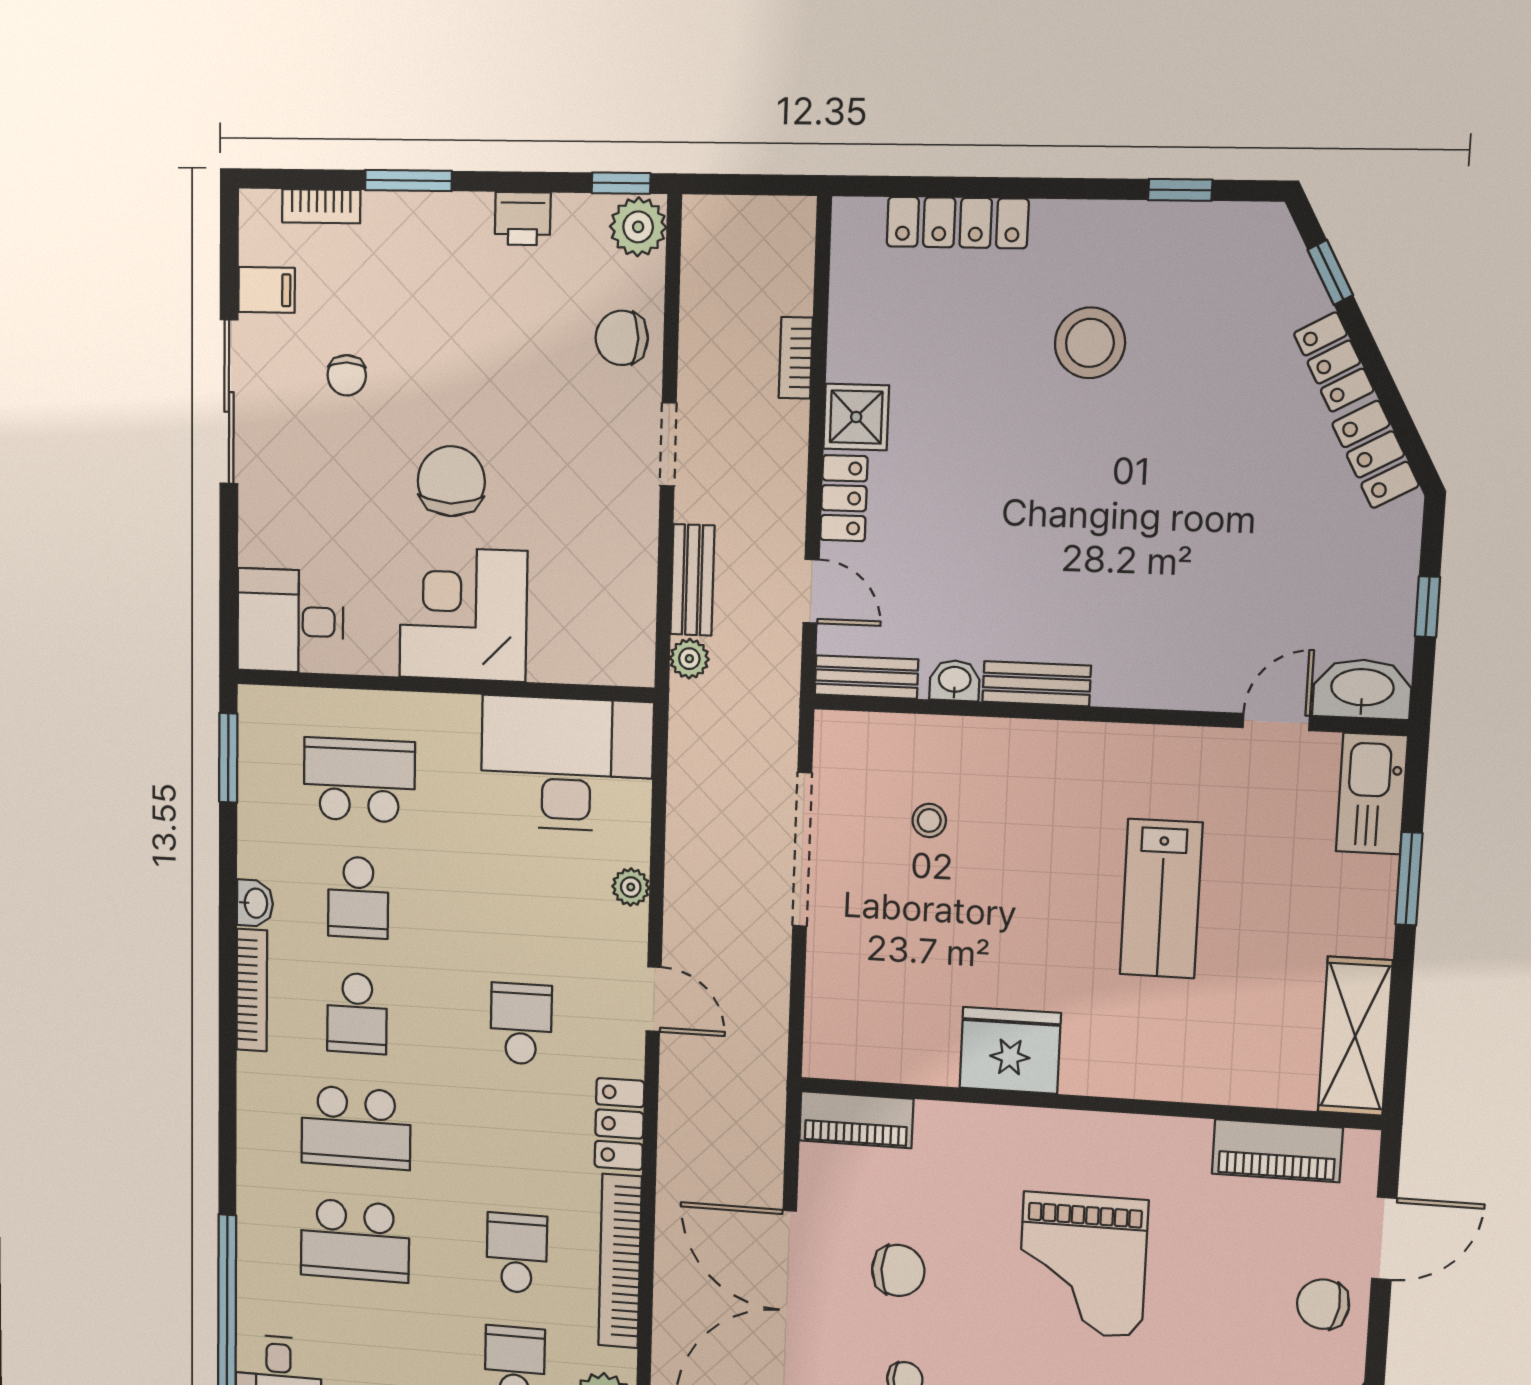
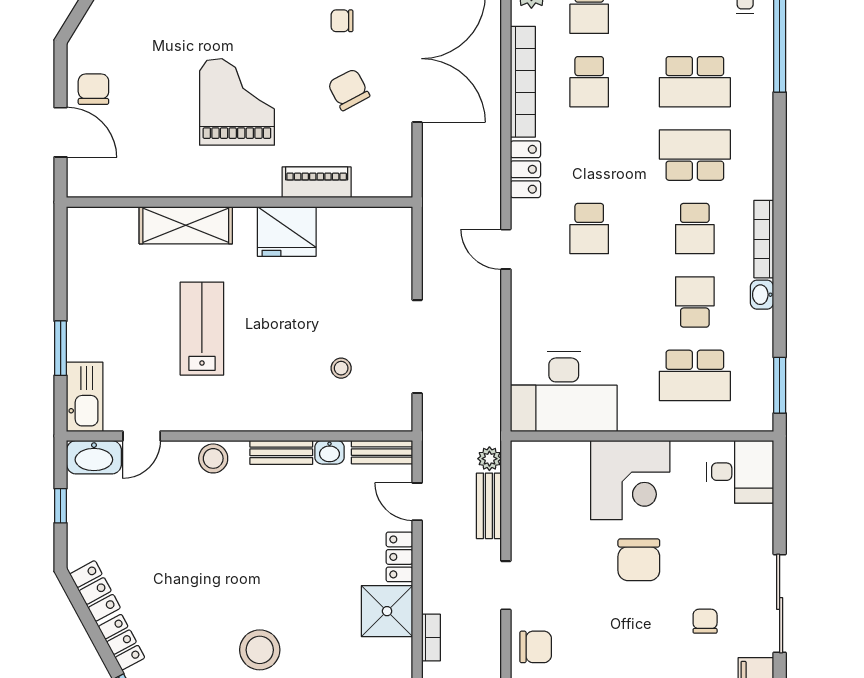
shower: (856, 417) -> (387, 611), width x1.36, depth x1.36
stool: (1154, 678) -> (213, 458), added
plant: (631, 887) -> (522, 318), removed
school desk: (357, 1013) -> (695, 229), turned 180
shelving: (1355, 1036) -> (186, 225), moved, turned 90
piano: (856, 1120) -> (317, 182), moved
piano: (1277, 1151) -> (126, 181), removed
door: (1384, 1239) -> (61, 132), swing flipped
school desk: (355, 1240) -> (695, 82), turned 180
chair: (898, 1270) -> (349, 90), turned 62
chair: (1323, 1304) -> (93, 89), turned -97

